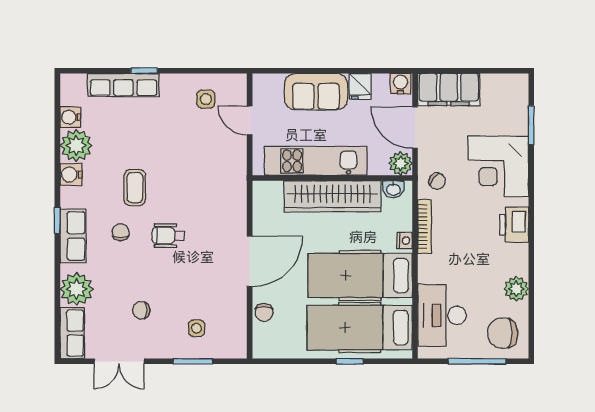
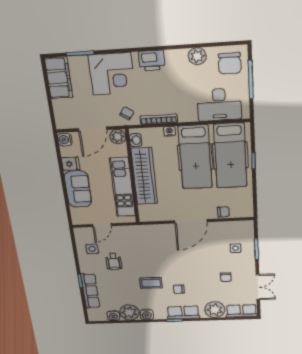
filing cabinet: (449, 89) -> (59, 78), moved
wheelchair: (168, 236) -> (114, 262), moved
door: (250, 261) -> (191, 221), swing flipped

